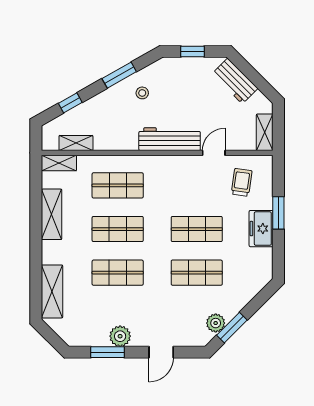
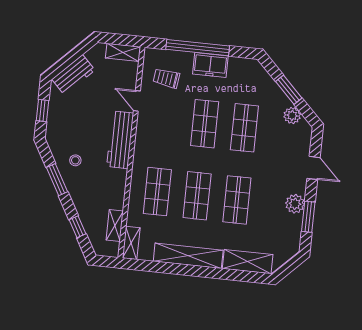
window: (278, 213) -> (198, 48), width x2.11
shelving: (52, 214) -> (188, 256), width x1.47
window: (232, 328) -> (289, 90), moved

